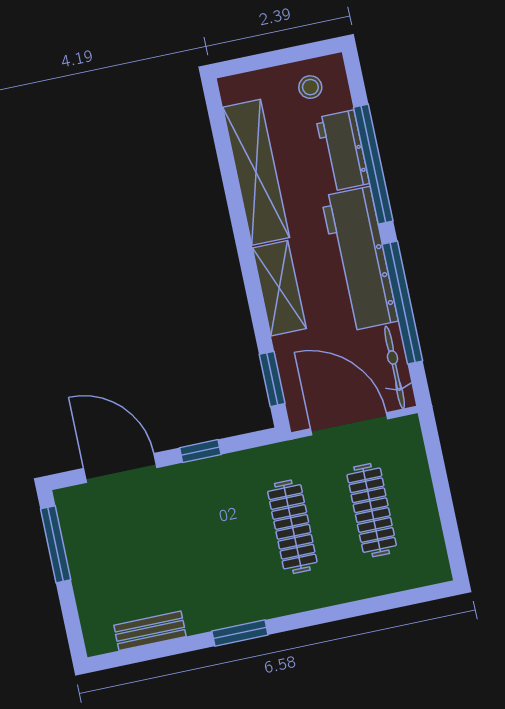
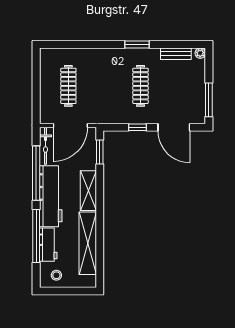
door: (349, 424) -> (70, 125), hinge flipped
clothes rail: (292, 527) -> (141, 86), moved
plant: (96, 643) -> (200, 53), added

